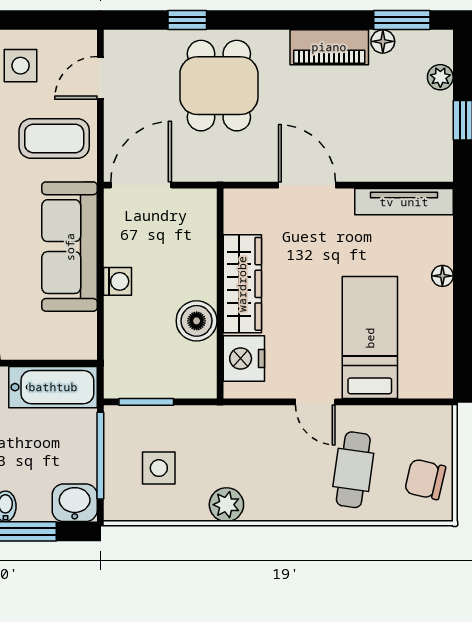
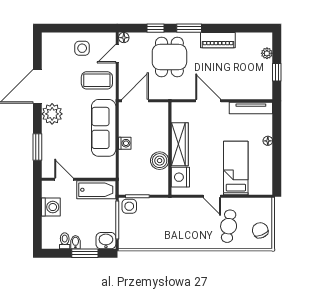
window: (402, 20) -> (189, 28), moved
floor lamp: (383, 41) -> (124, 38), moved
side table: (159, 468) -> (129, 206), moved
chair: (425, 479) -> (260, 230), turned 56
plant: (226, 505) -> (173, 242), removed

